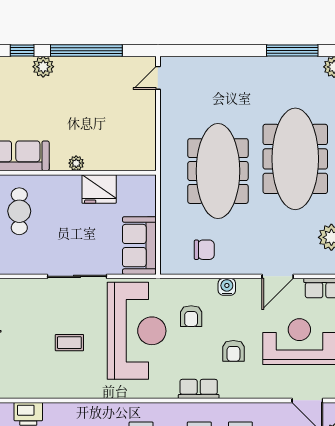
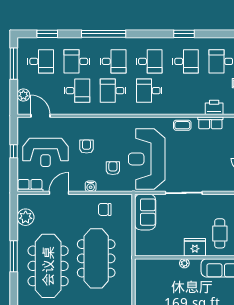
fridge: (99, 189) -> (195, 247), moved
coffee table: (69, 343) -> (182, 125), moved
row of seats: (199, 389) -> (210, 123), moved

